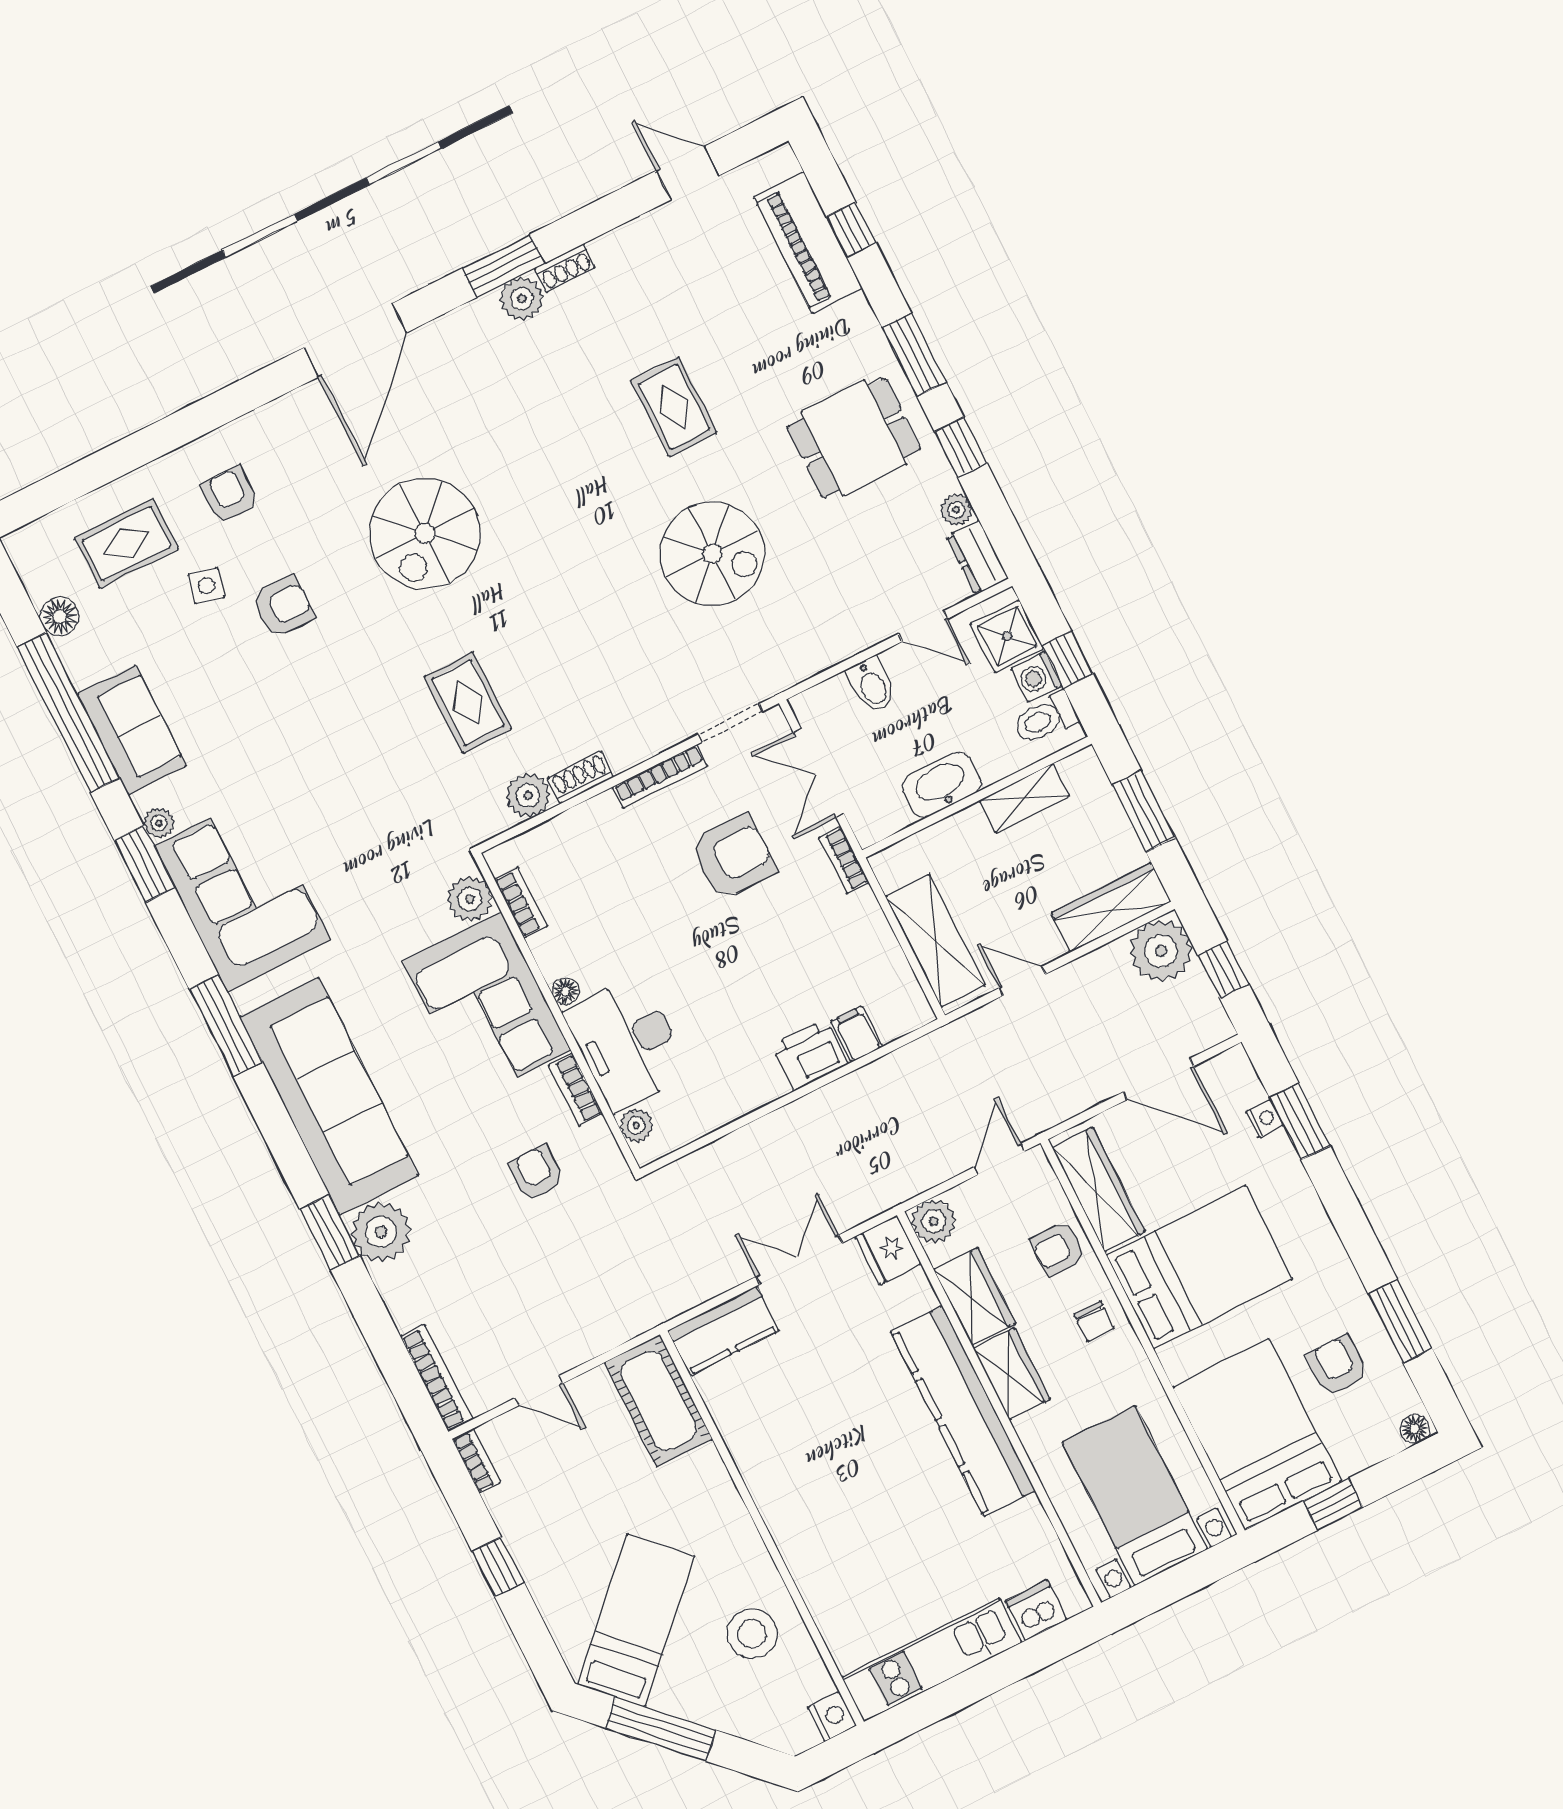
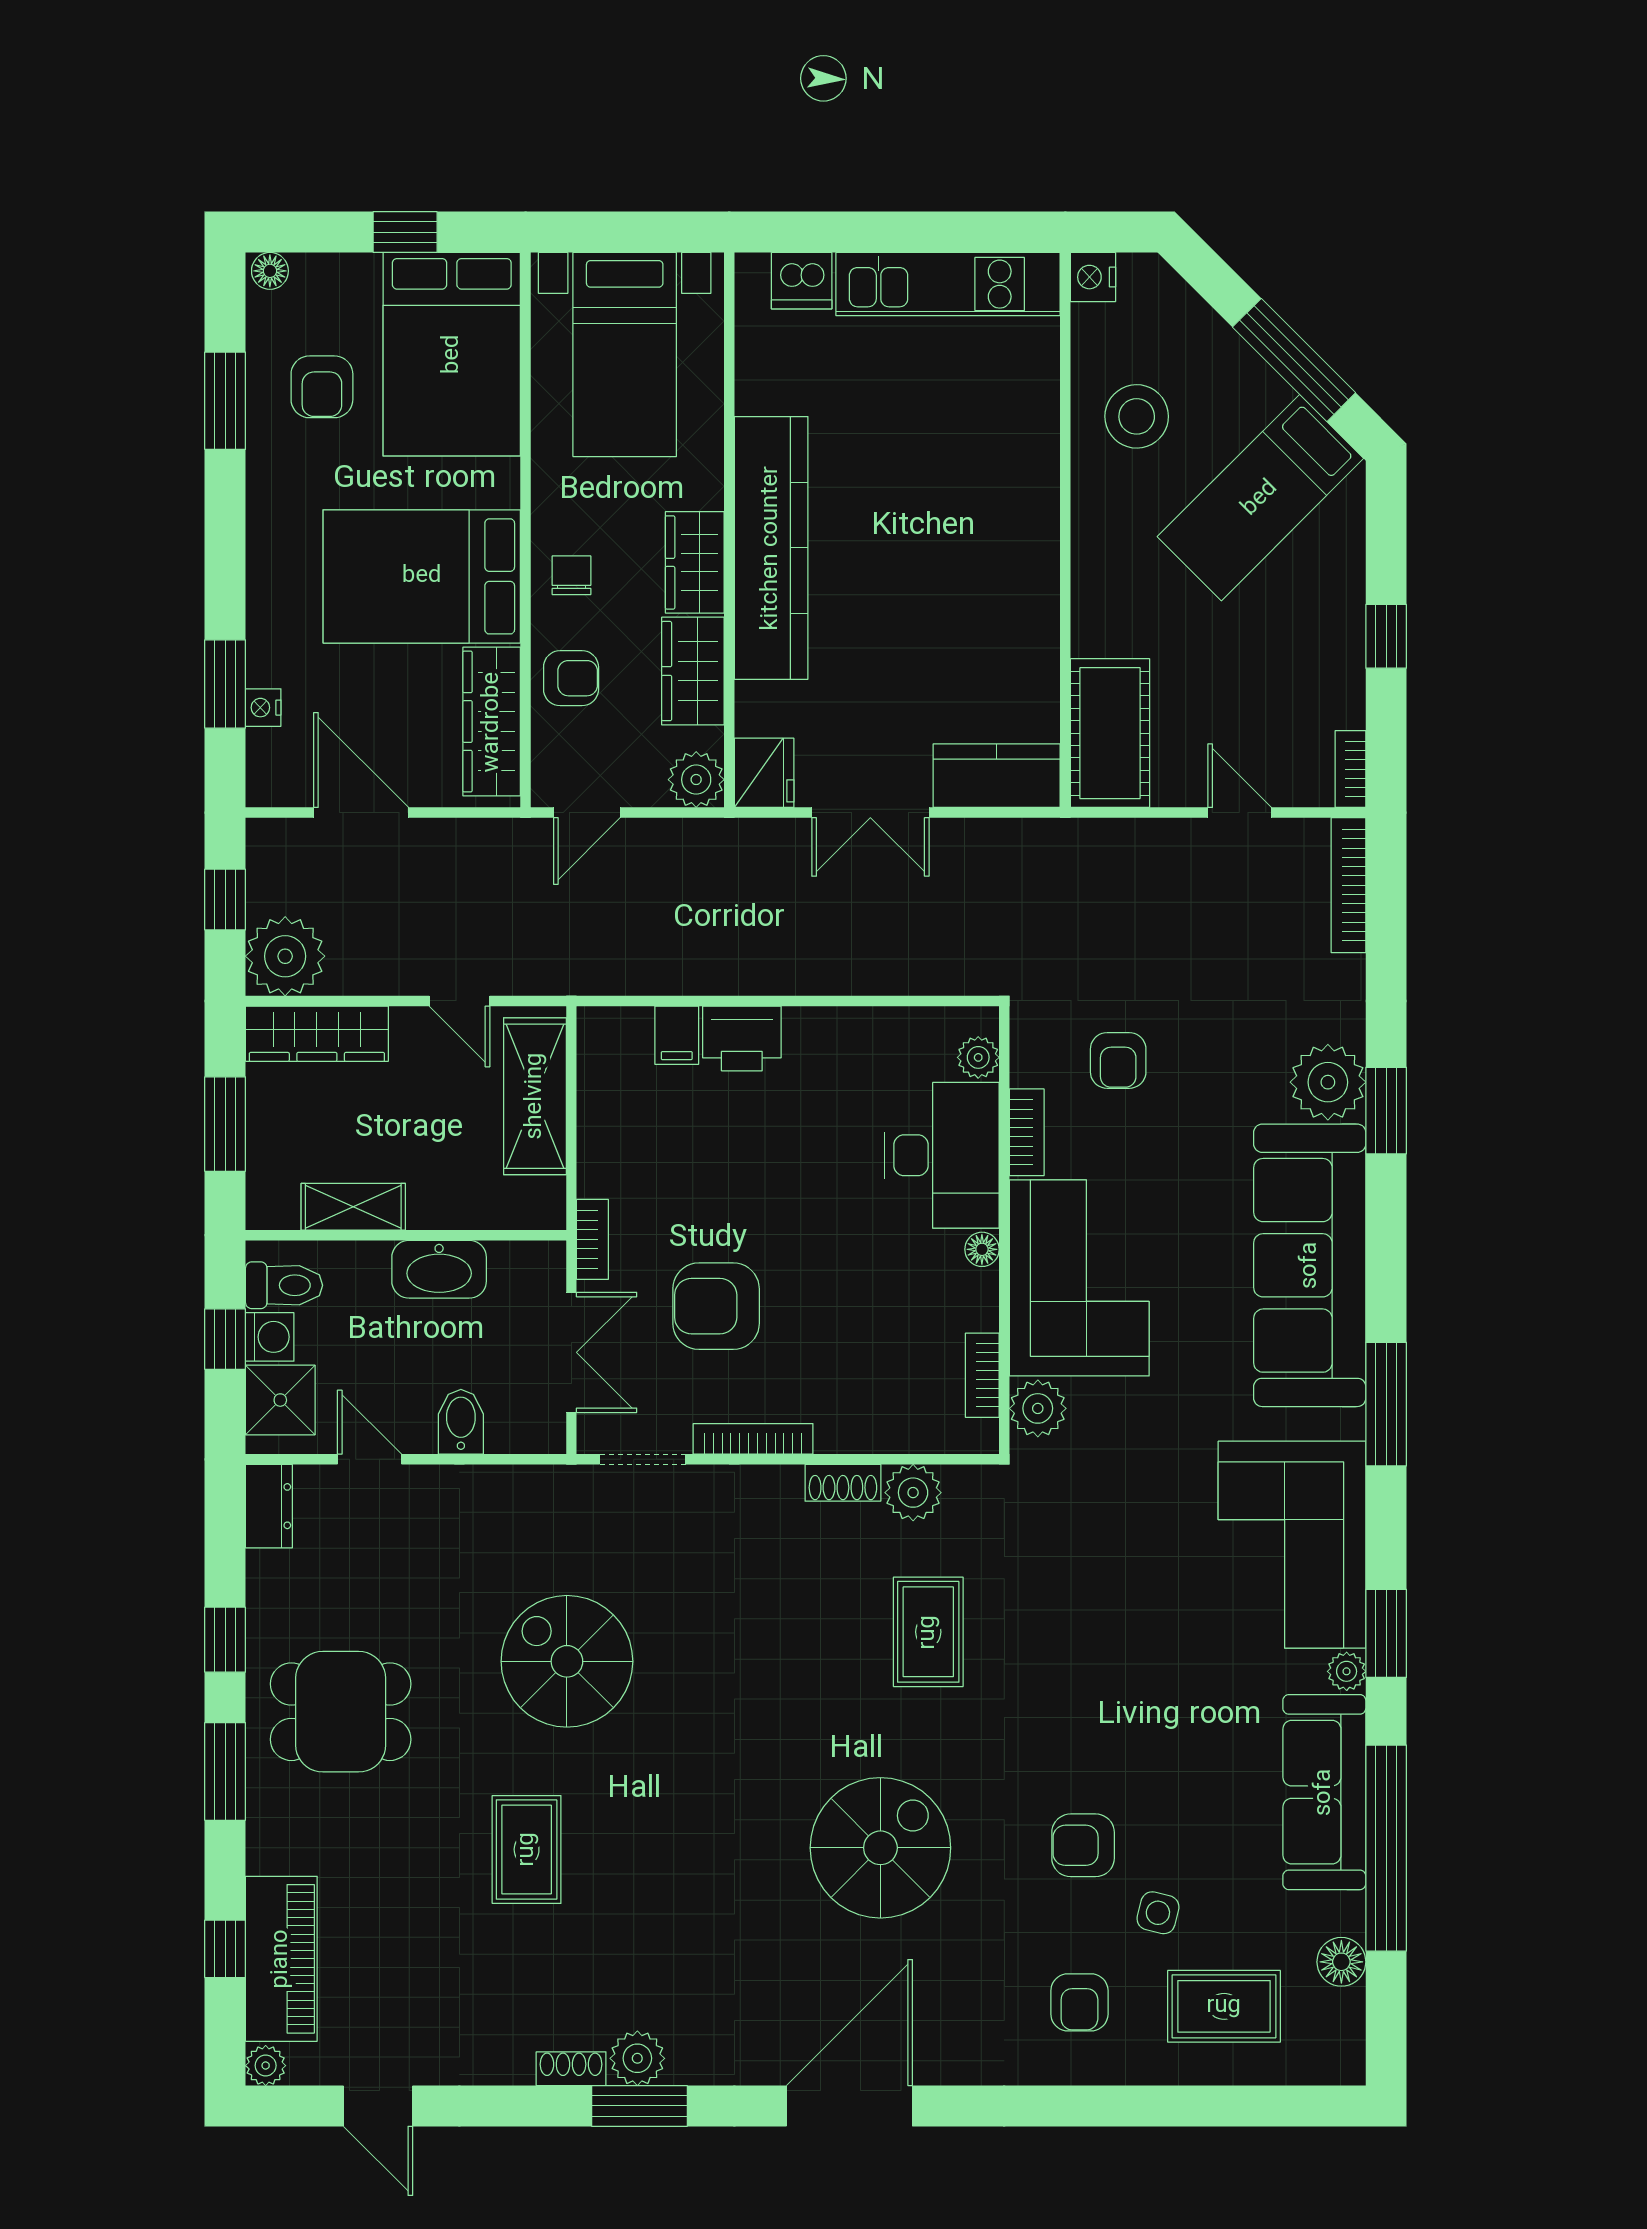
plant: (956, 510) -> (266, 2066), moved
sofa: (132, 730) -> (1324, 1792), width x1.36

